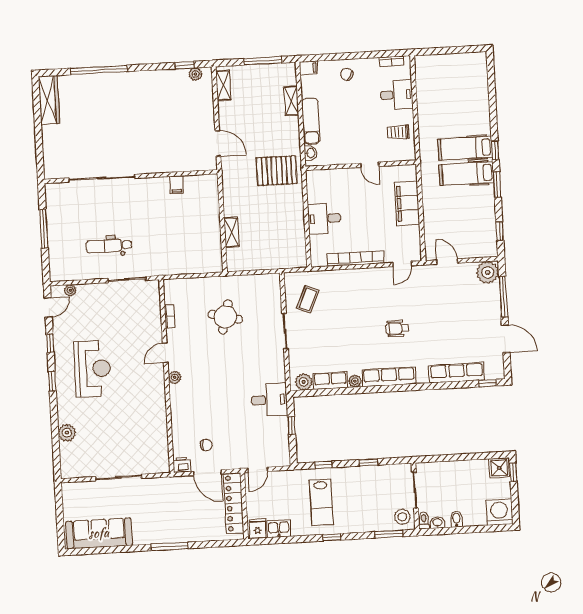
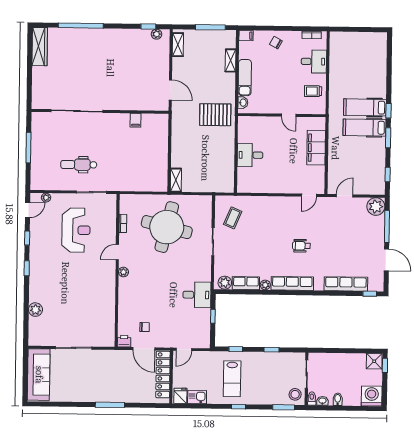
shelving: (231, 232) -> (176, 180), moved
bookcase: (356, 258) -> (273, 188), removed
door: (447, 262) -> (345, 196), hinge flipped
round table: (225, 317) -> (167, 227), width x1.86, depth x1.86
reception desk: (92, 369) -> (76, 230), moved
sofa: (99, 533) -> (39, 375), moved, turned 90

